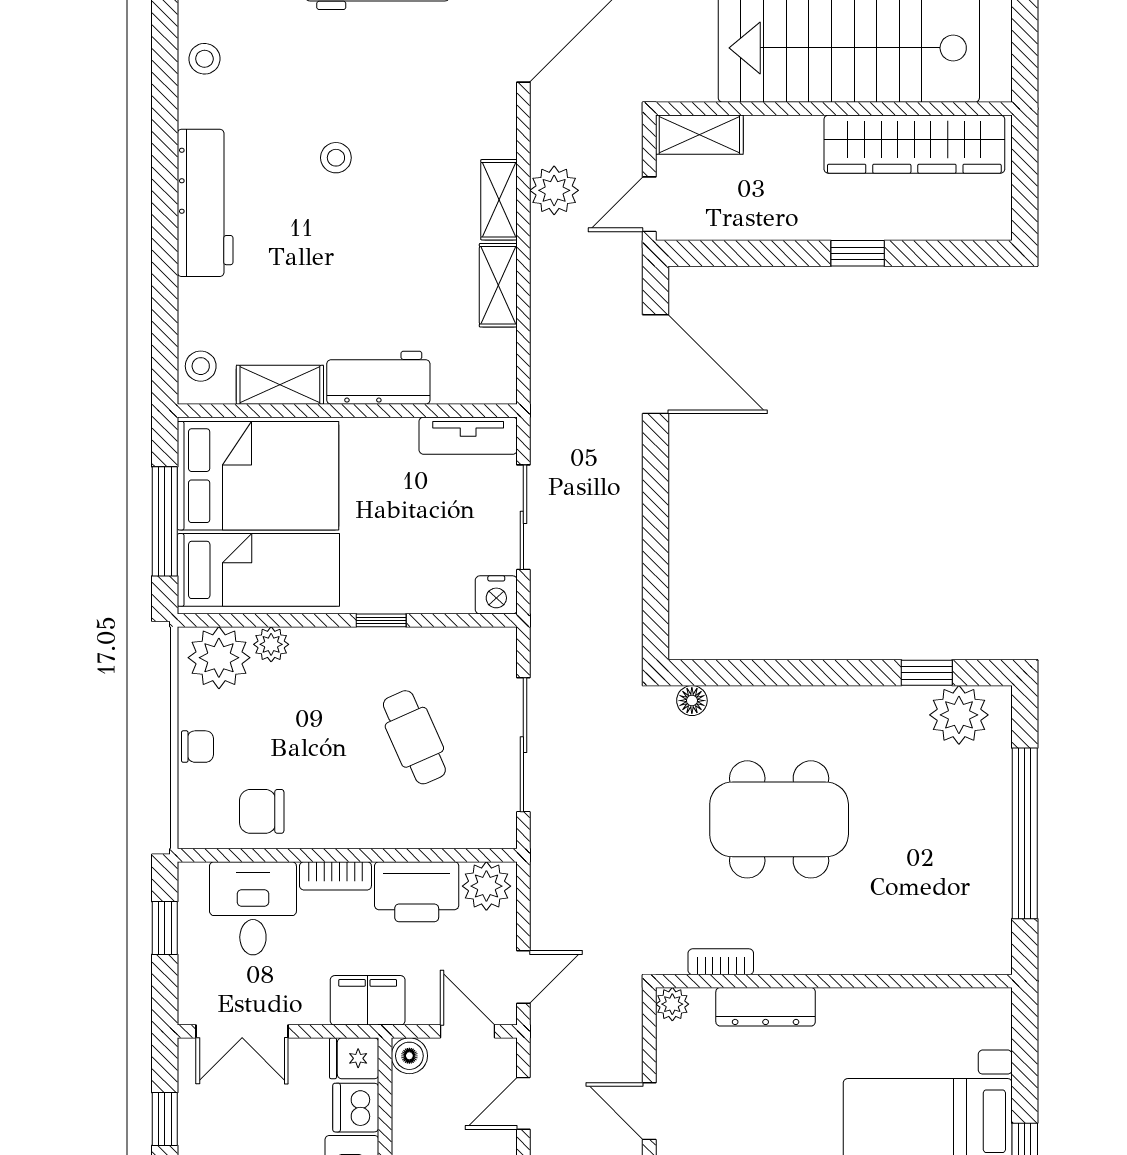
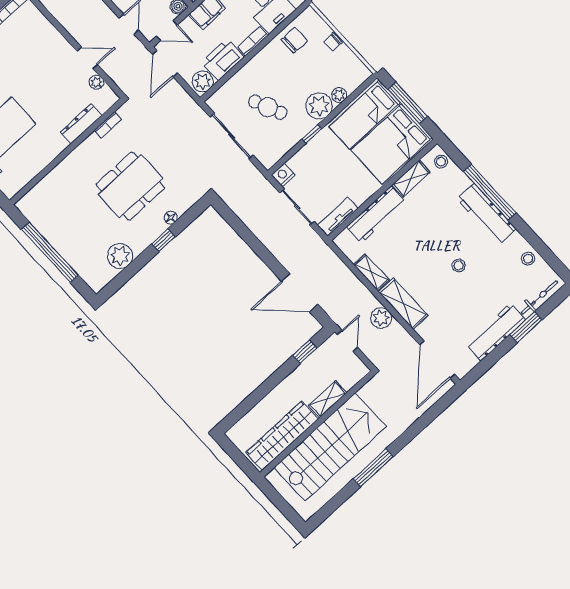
shelving: (699, 135) -> (328, 399), moved
shelving: (499, 200) -> (403, 304), width x1.50, depth x1.33
window: (165, 236) -> (490, 192), added
window: (858, 253) -> (305, 352), moved
workbench: (378, 378) -> (376, 215), width x1.37
plant: (219, 658) -> (319, 106), moved
window: (927, 673) -> (164, 240), moved
floor lamp: (692, 701) -> (171, 218), moved
plant: (959, 715) -> (120, 256), moved
door: (523, 977) -> (165, 64), width x1.38
plant: (672, 1004) -> (96, 82), moved

